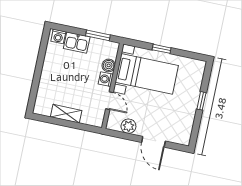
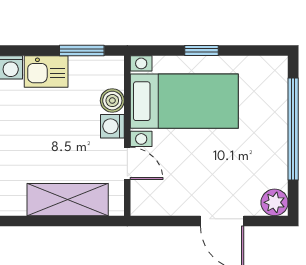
window: (201, 101) -> (293, 129), width x3.17
shelving: (66, 114) -> (68, 200), width x1.50, depth x1.33
plant: (128, 126) -> (275, 202), moved

